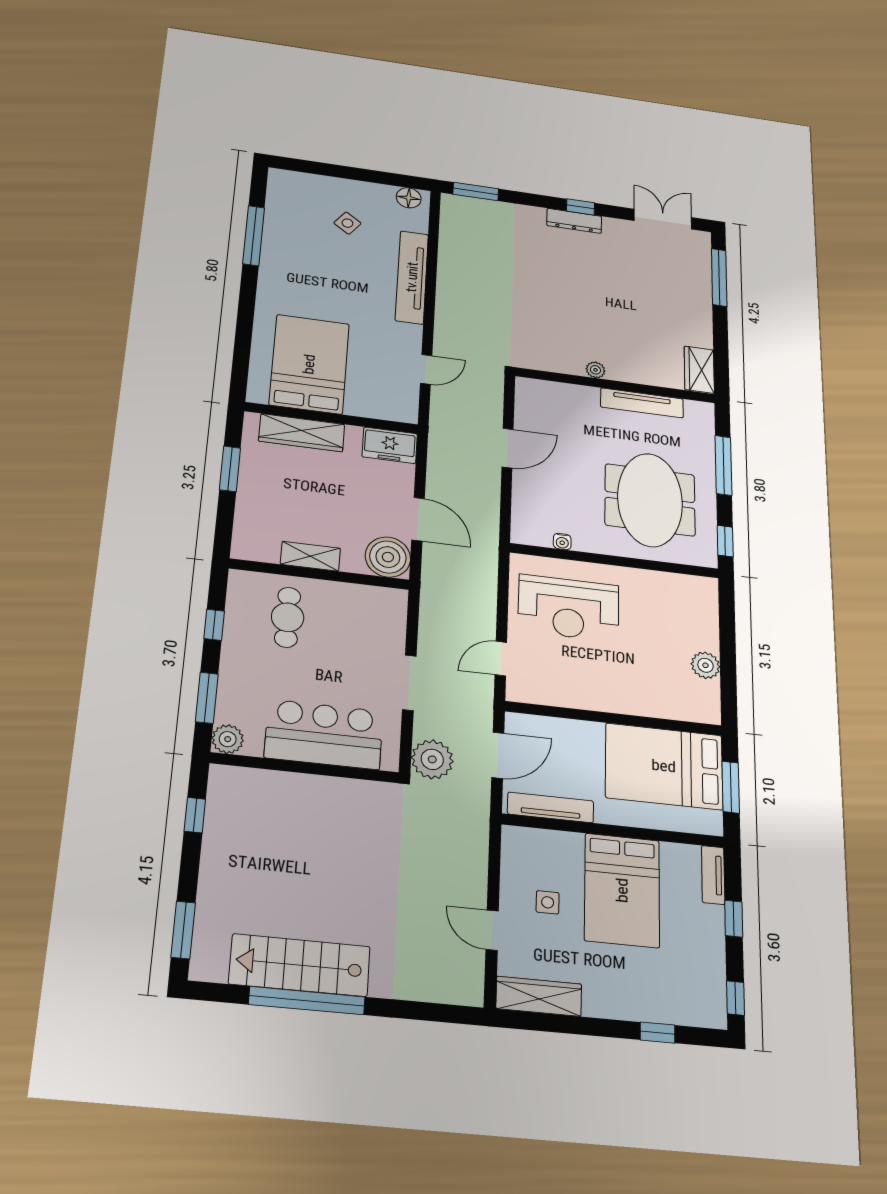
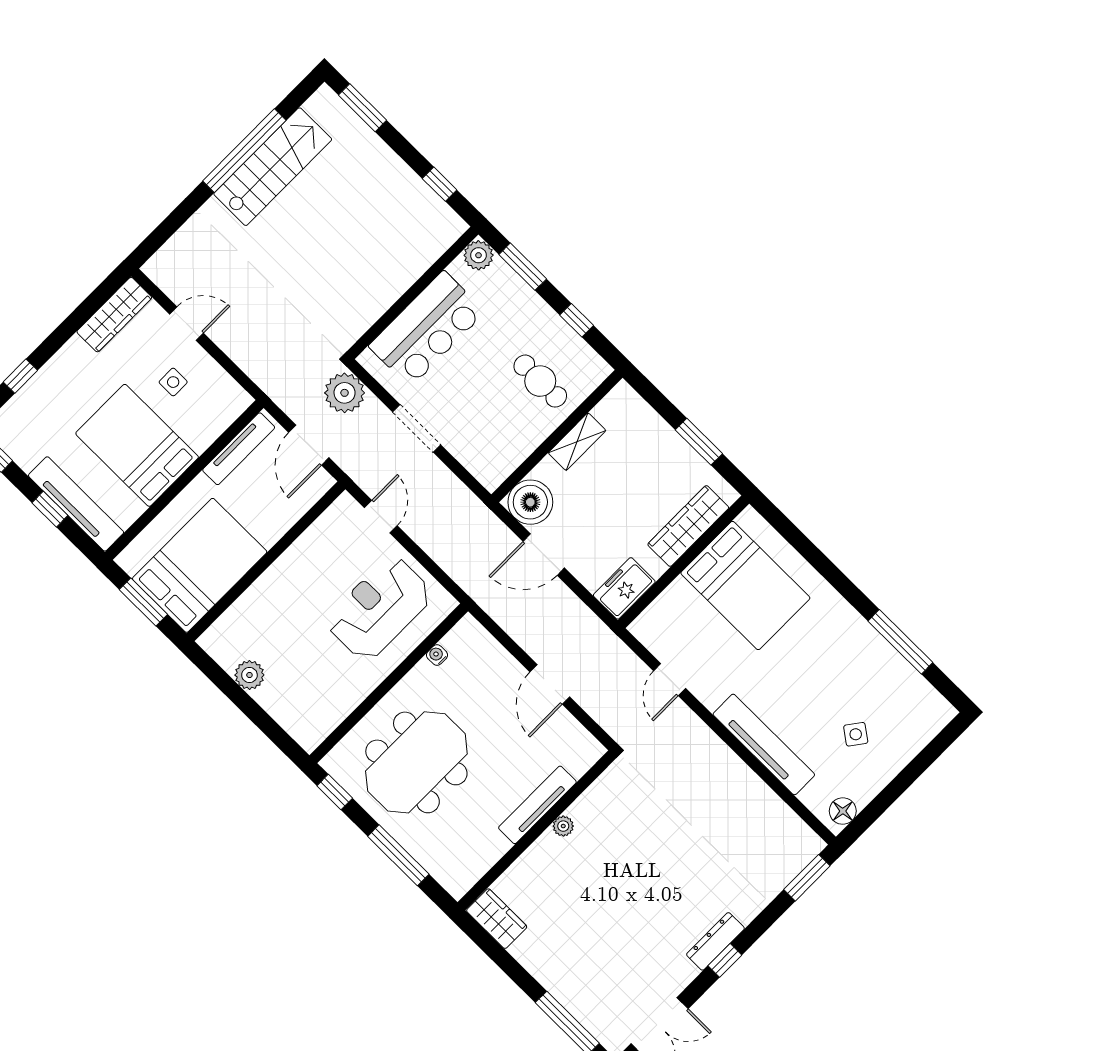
tv unit: (642, 403) -> (537, 805), moved
meeting table: (650, 500) -> (416, 762), turned 90
tv unit: (713, 875) -> (76, 504), width x1.92, depth x1.29

